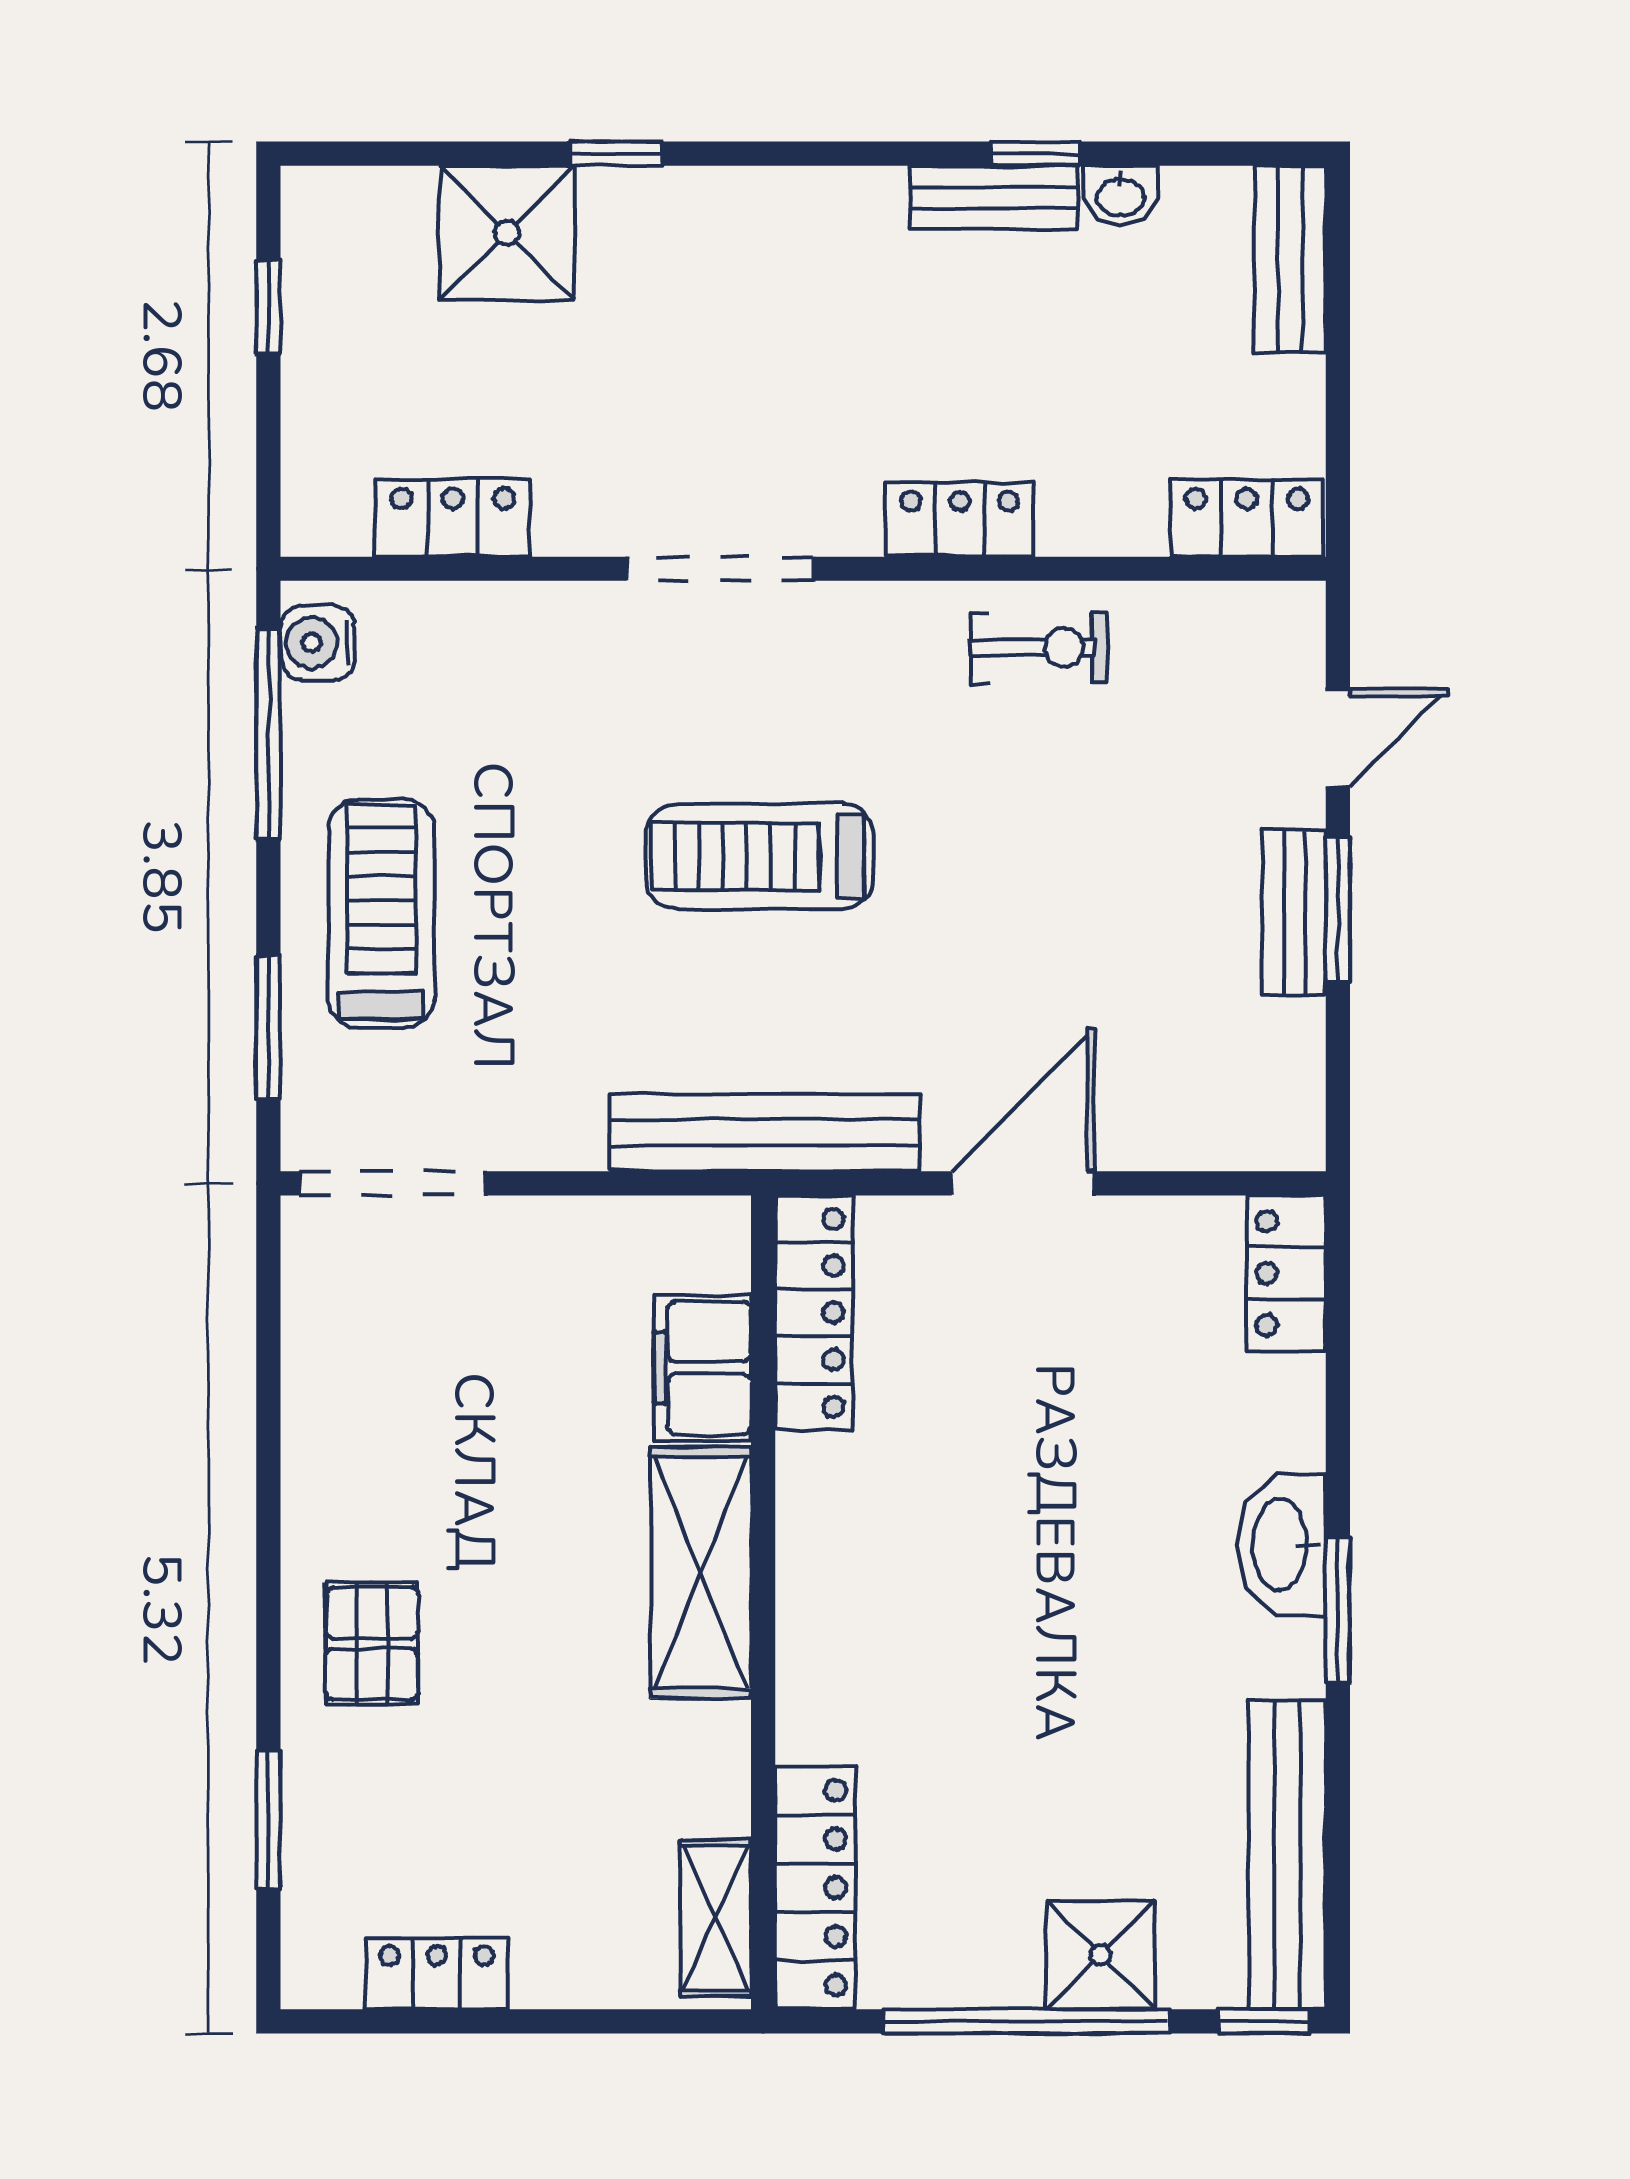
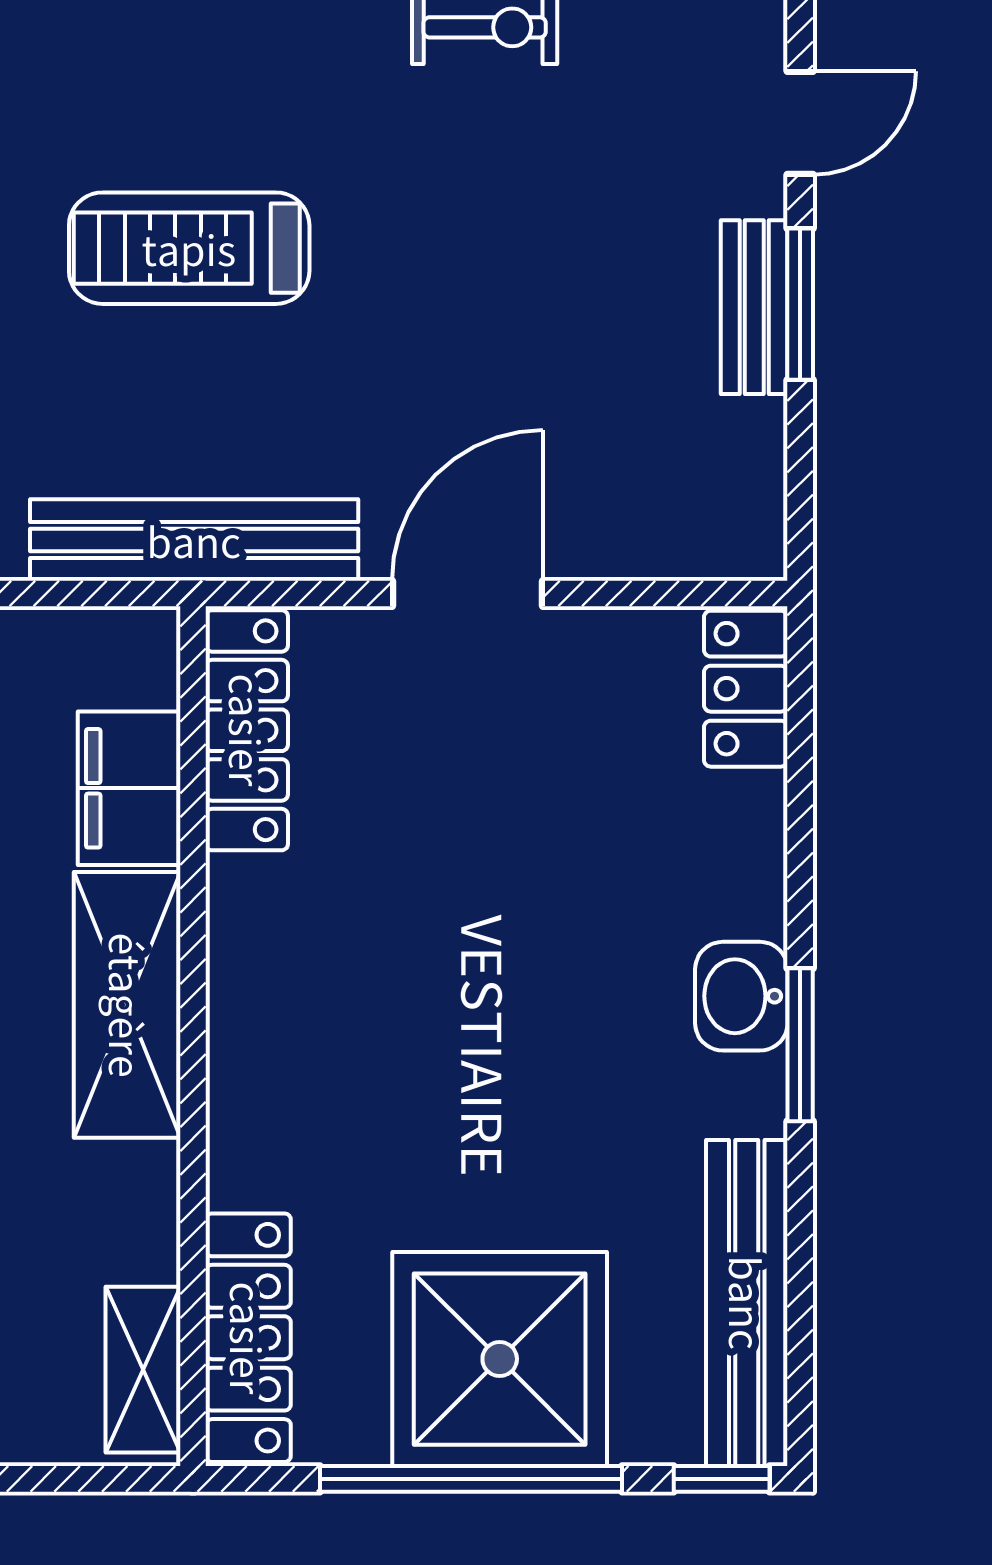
washbasin: (1282, 1545) -> (741, 996), width x0.72
shower: (1100, 1955) -> (500, 1359), width x1.86, depth x1.86

